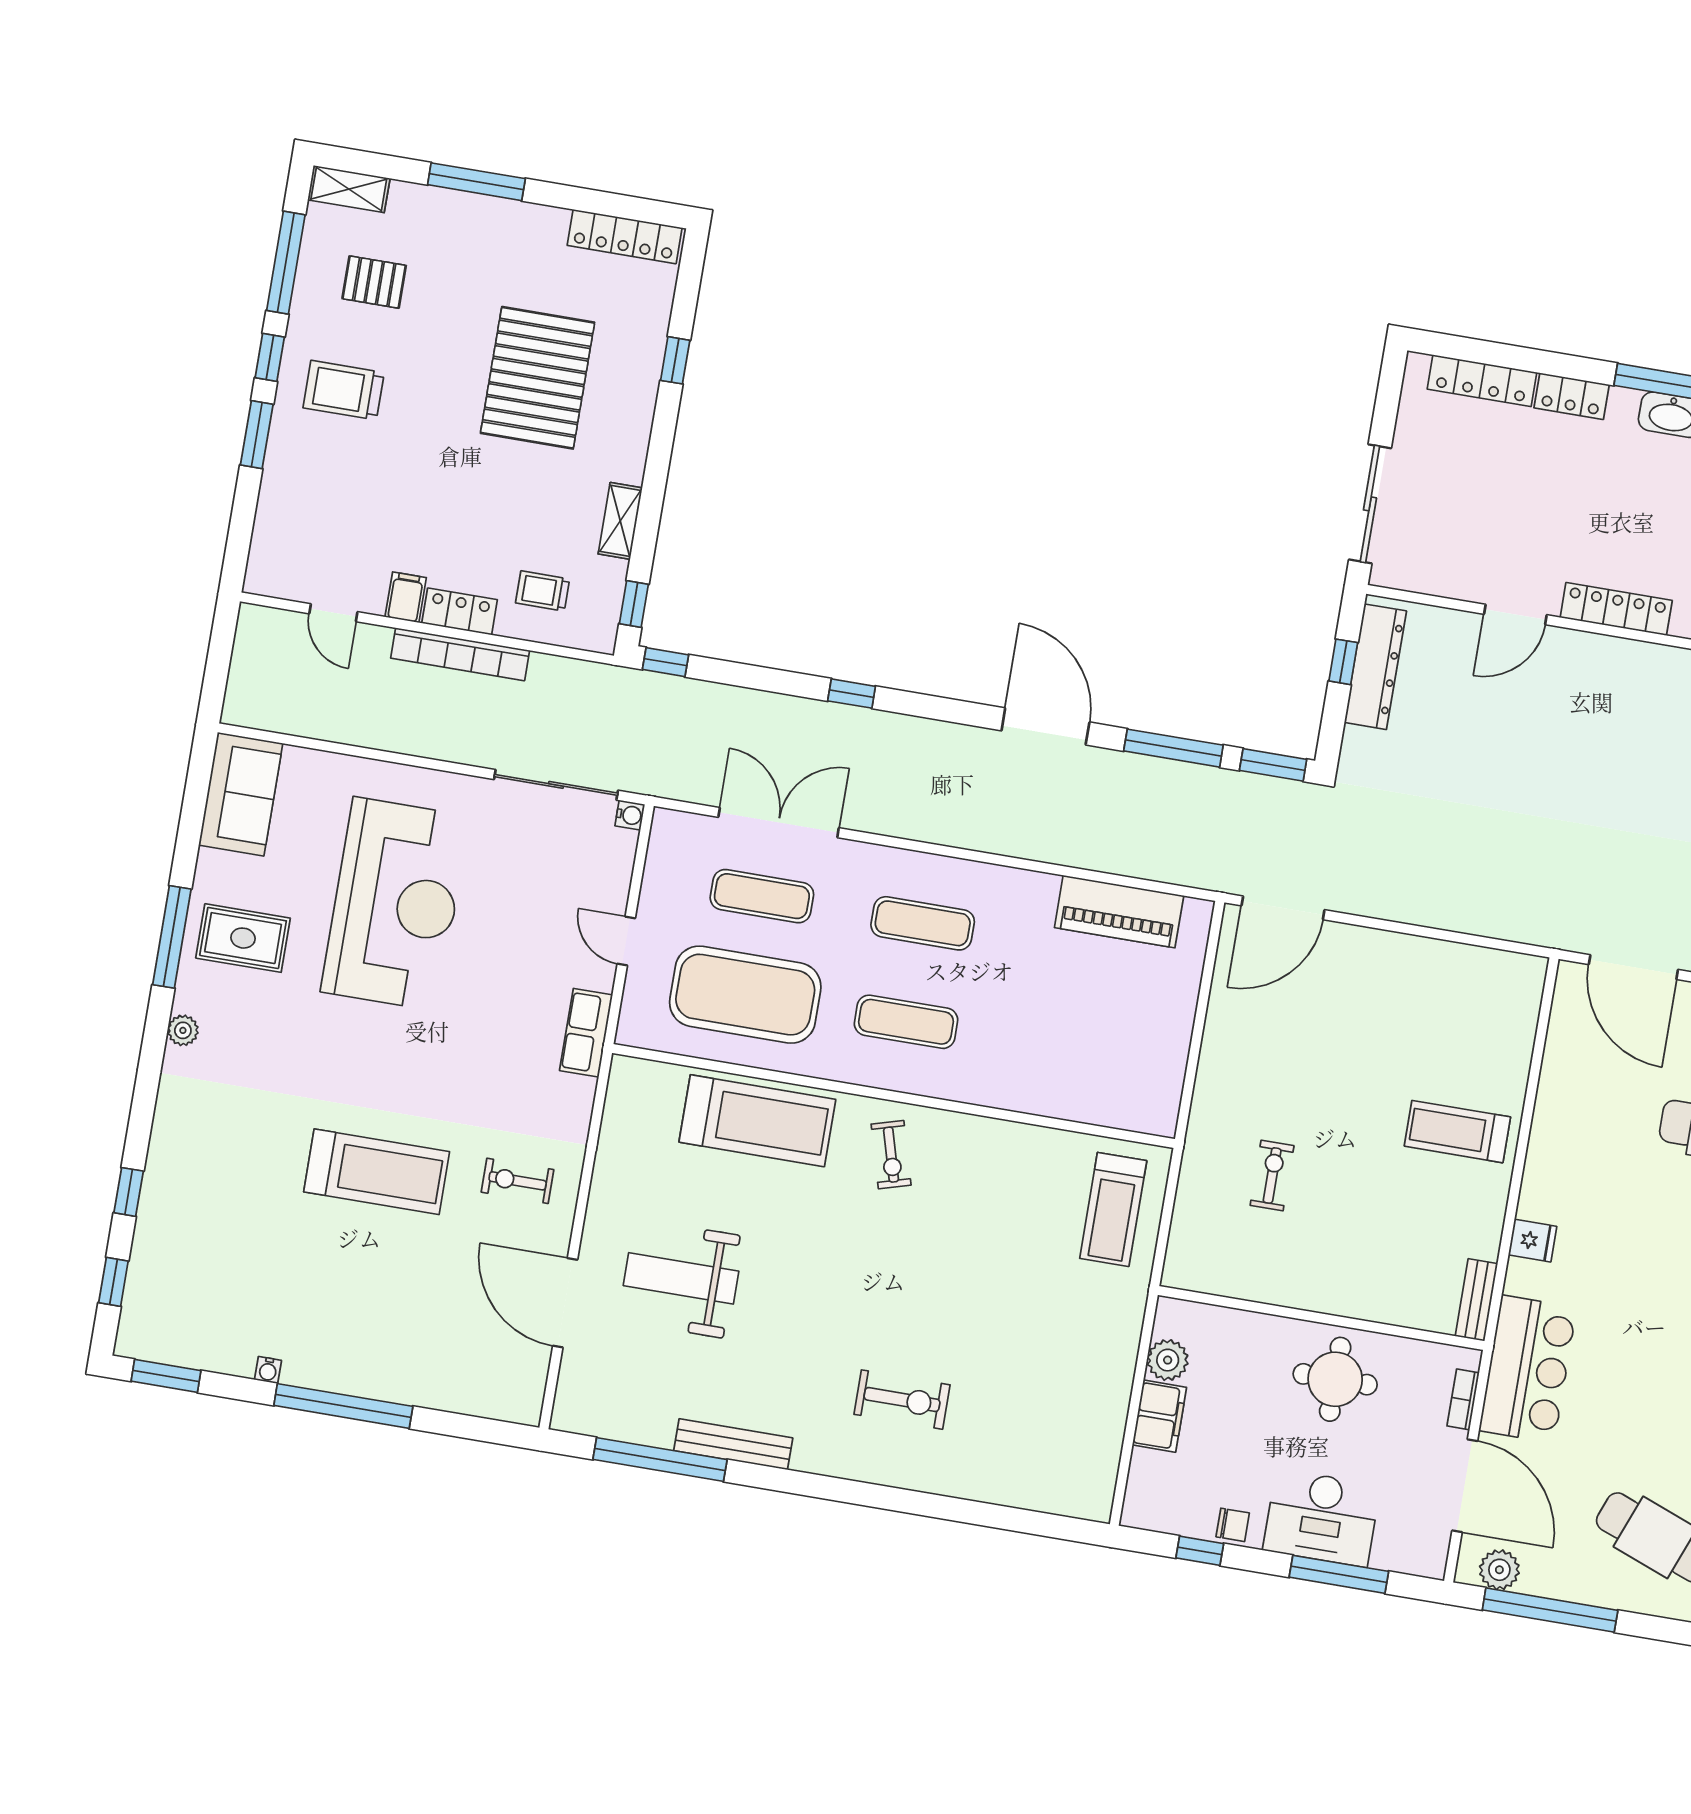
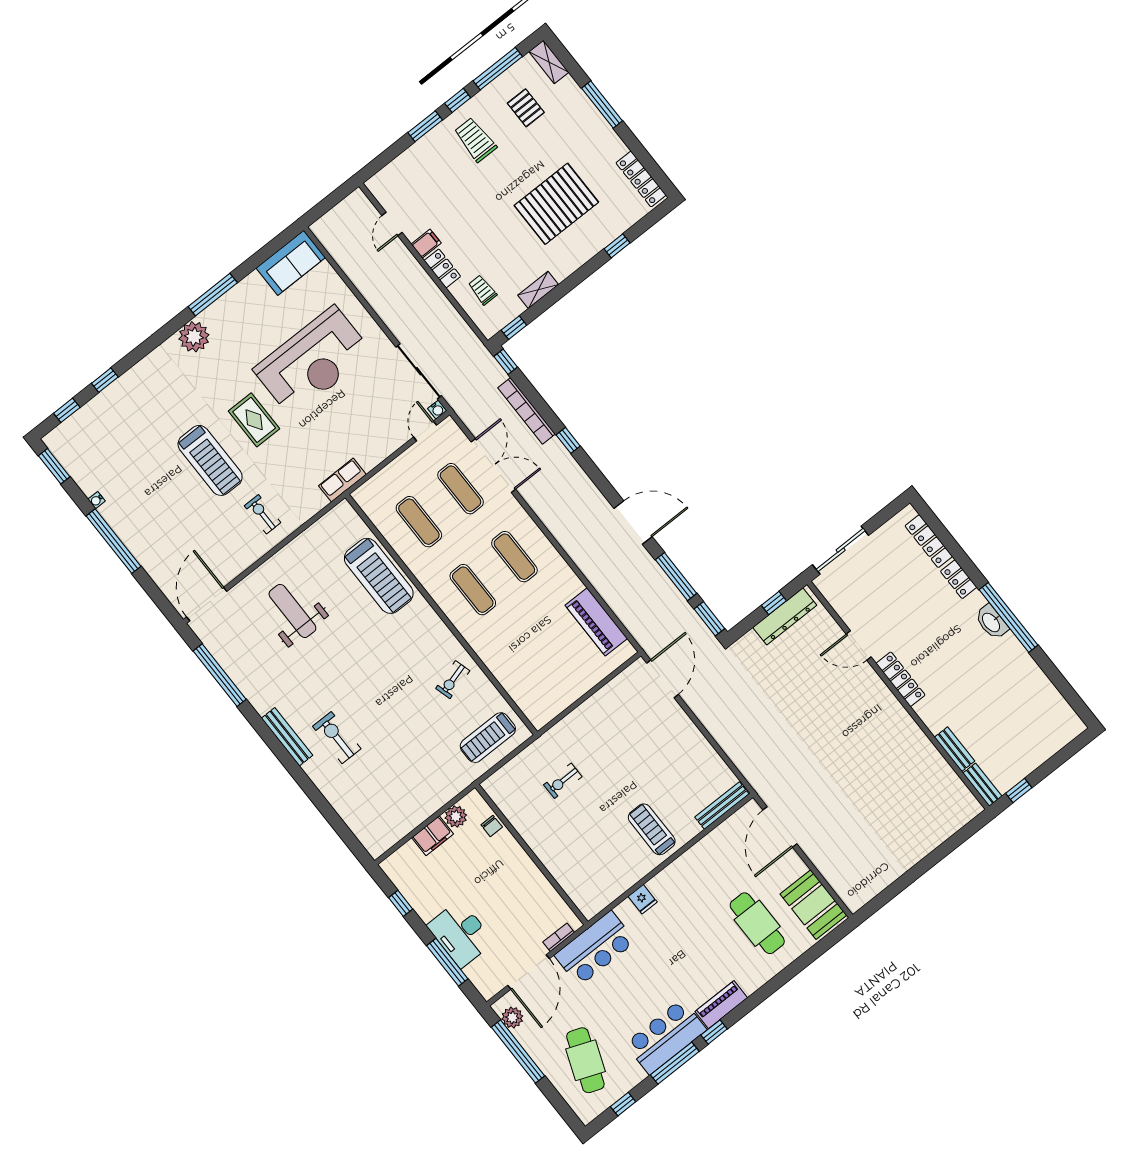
bookcase: (460, 654) -> (527, 411), moved
door: (1045, 726) -> (633, 522), hinge flipped
door: (1283, 908) -> (662, 679), swing flipped
rug: (243, 938) -> (254, 420), moved
door: (626, 941) -> (425, 431), moved
exercise mat: (745, 995) -> (419, 522), width x0.50, depth x0.69
plant: (183, 1030) -> (194, 337), width x1.87, depth x1.87
exercise bike: (891, 1155) -> (453, 680), moved
exercise bike: (1272, 1176) -> (563, 781), turned 180
bench: (1476, 1300) -> (722, 805), moved, width x1.36
door: (565, 1303) -> (207, 604), moved
round table: (1335, 1379) -> (515, 884), removed
exercise bike: (902, 1400) -> (337, 738), turned 180
bench: (733, 1444) -> (287, 737), moved
chair: (1233, 1525) -> (492, 826), moved

